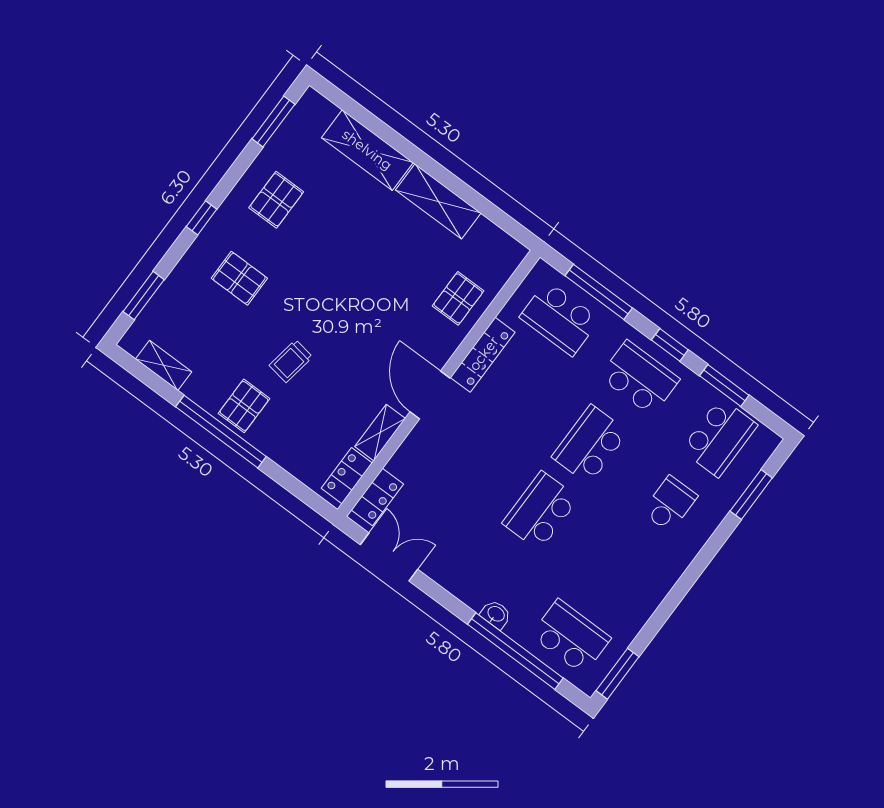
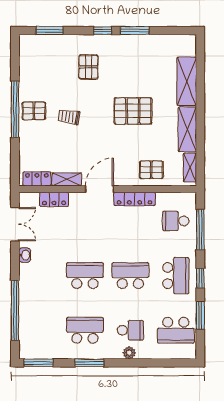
window: (273, 121) -> (135, 31), moved
pallet: (276, 200) -> (133, 111), moved, width x1.50, depth x1.42
school desk: (560, 318) -> (176, 221), width x0.54
shelving: (164, 365) -> (190, 168), moved
window: (751, 494) -> (89, 363), moved
locker: (377, 497) -> (54, 199), moved
plant: (702, 530) -> (129, 353), added
washbasin: (496, 614) -> (25, 255), moved
school desk: (571, 637) -> (85, 330), moved, turned -90

